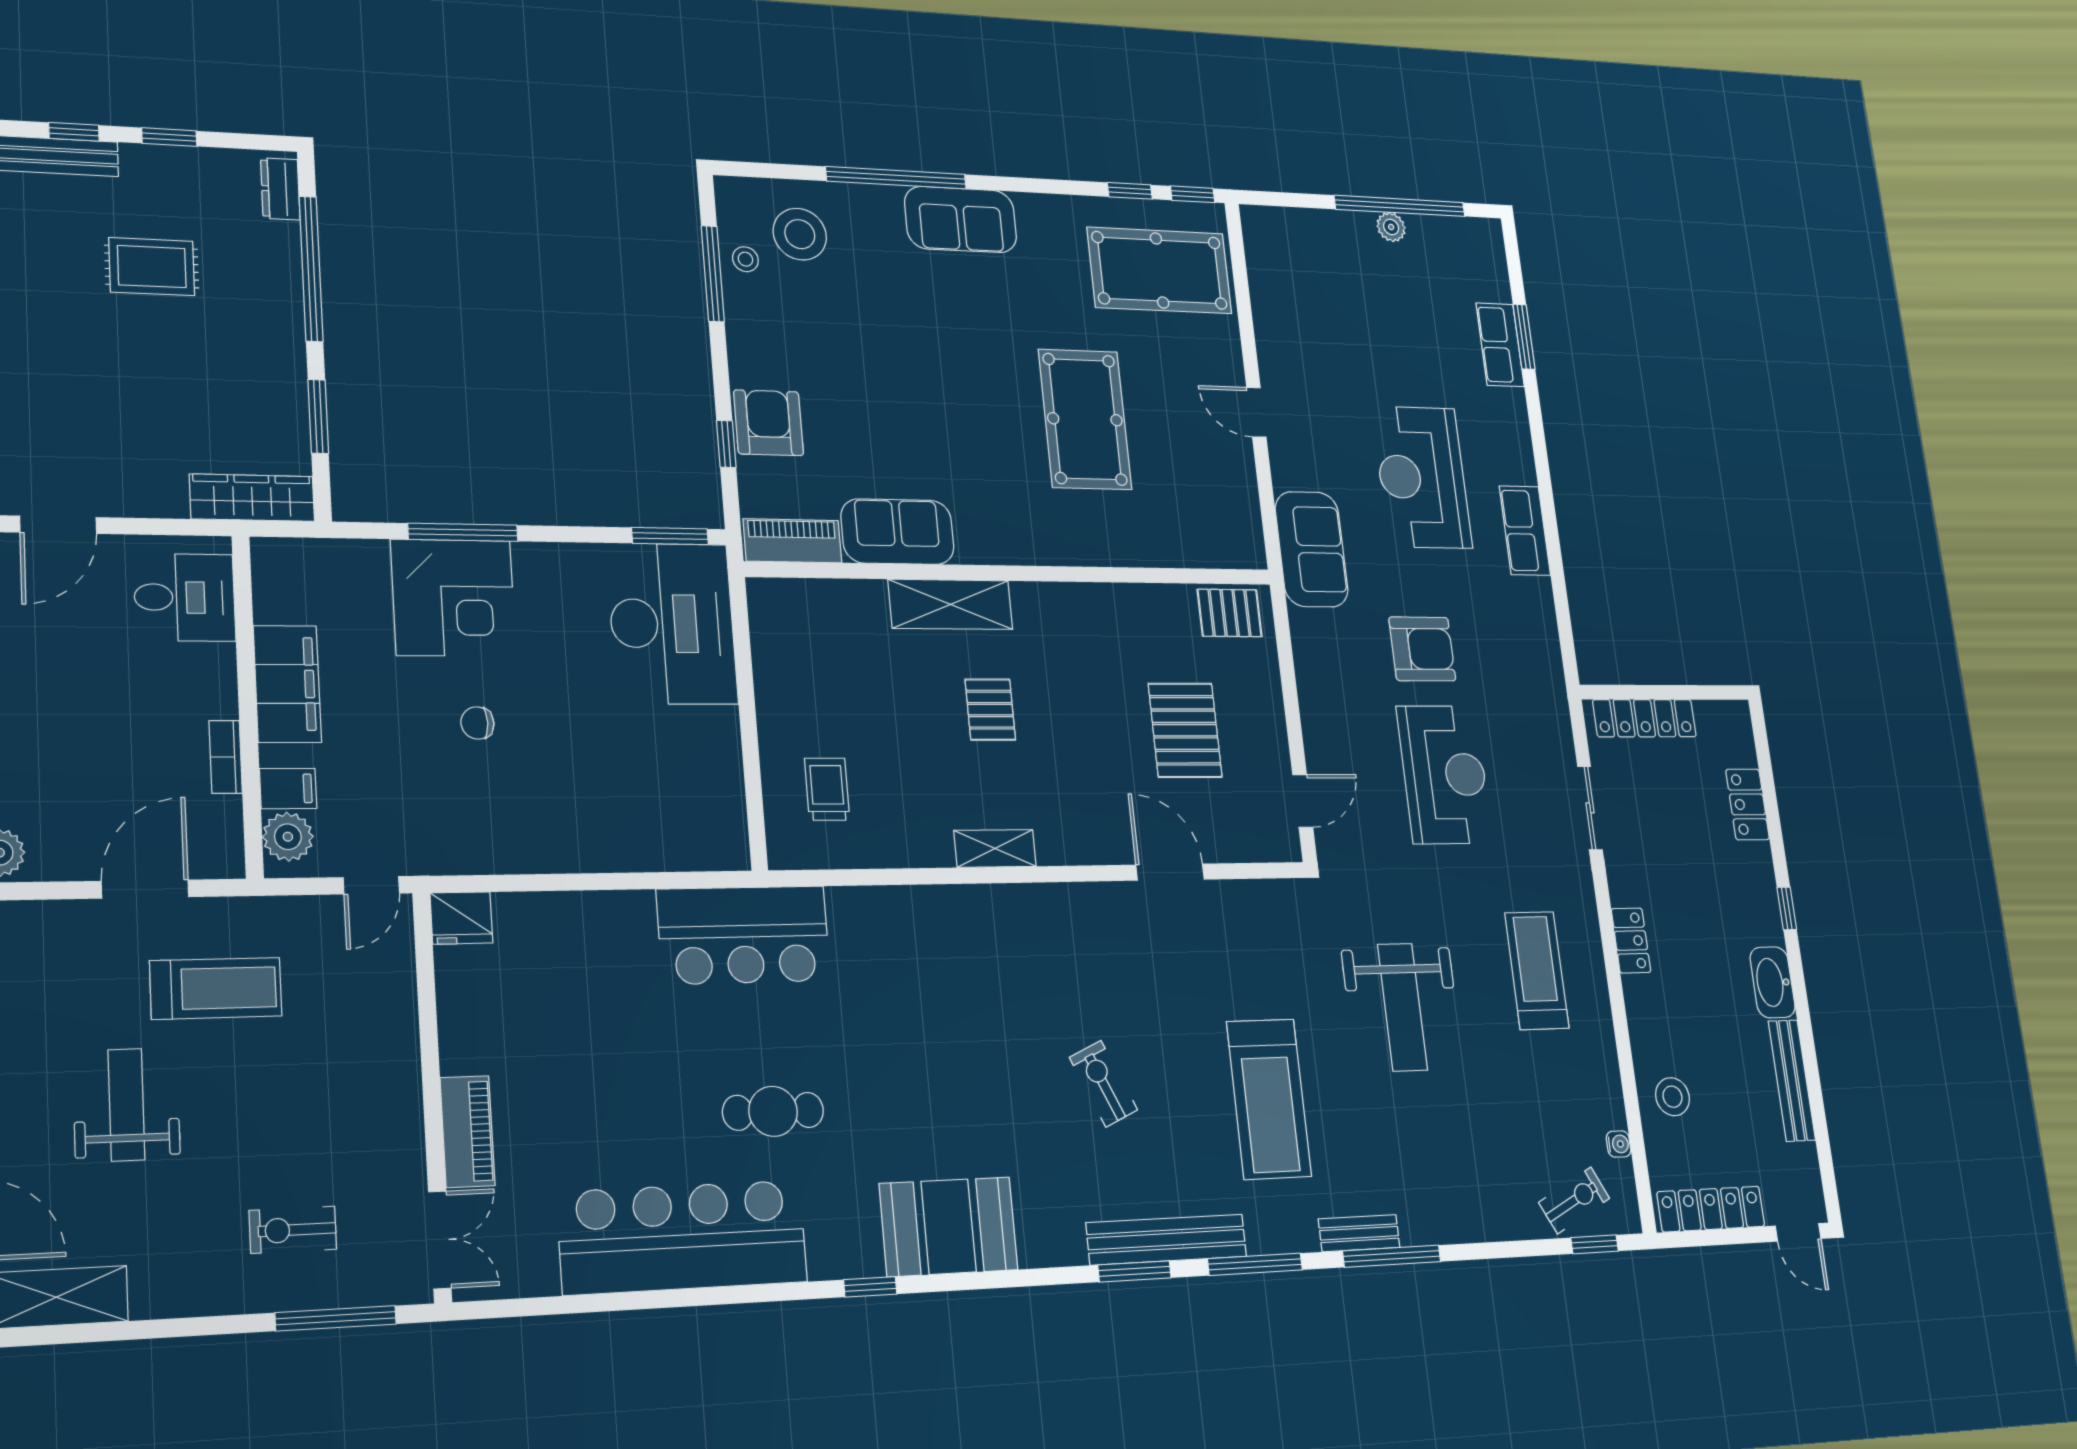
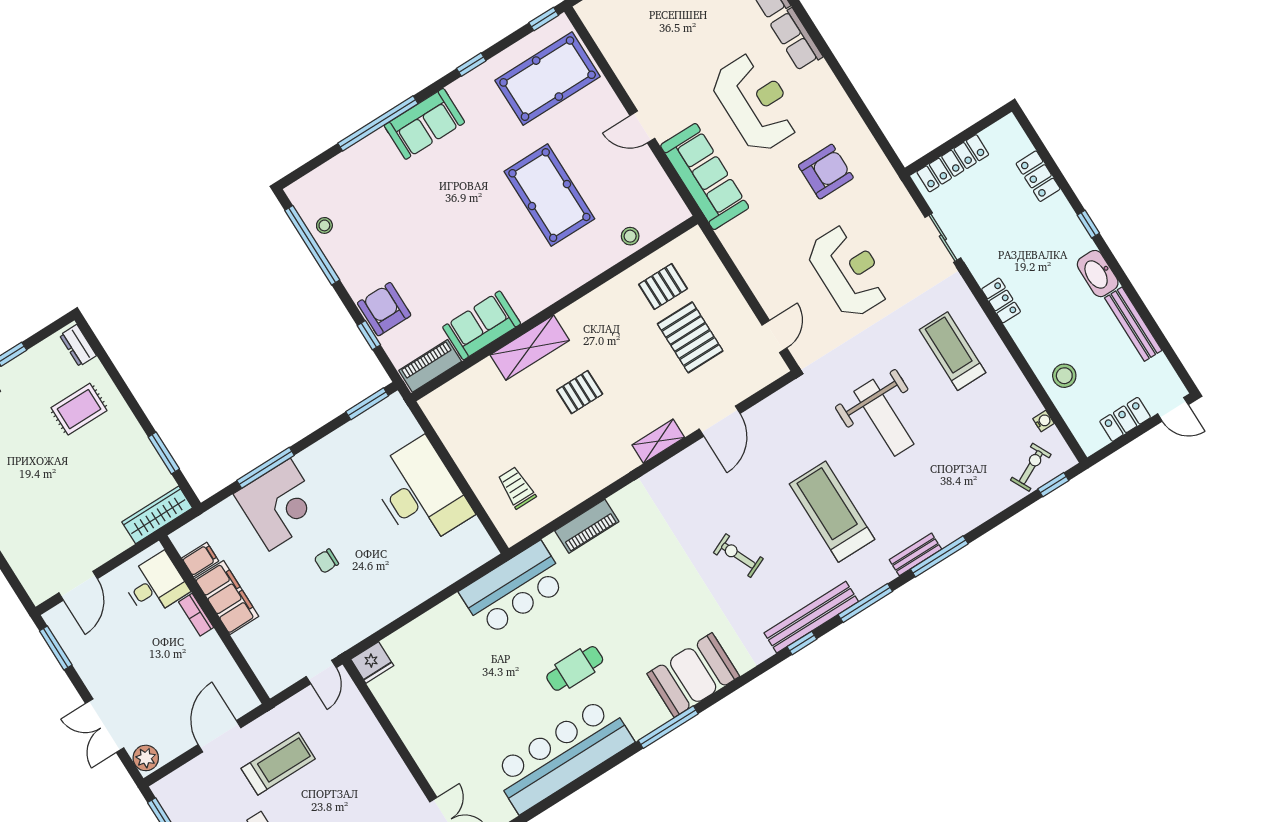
window: (1130, 191) -> (471, 65), moved
stool: (800, 234) -> (630, 236), moved, width x0.53, depth x0.53
rug: (152, 267) -> (79, 409), moved
window: (311, 269) -> (116, 378), removed
window: (713, 274) -> (312, 245), width x1.46
reception desk: (1422, 477) -> (756, 103), turned 180
row of seats: (1525, 531) -> (796, 39), moved
sofa: (1311, 549) -> (705, 176), width x1.36
pallet: (1230, 613) -> (663, 286), moved
desk: (672, 624) -> (420, 493), moved
armchair: (1422, 649) -> (826, 172), moved
pallet: (990, 710) -> (580, 392), turned 90
bookcase: (226, 757) -> (196, 615), moved
filing cabinet: (288, 788) -> (200, 560), moved
plant: (288, 837) -> (269, 672), removed
shelving: (995, 848) -> (658, 441), moved
door: (1170, 872) -> (720, 421), swing flipped
treadmill: (1269, 1099) -> (832, 512), turned 180
piano: (468, 1132) -> (587, 526), moved, turned 90
locker: (1711, 1209) -> (1125, 419), width x0.66
window: (1135, 1271) -> (802, 643), width x0.67
window: (870, 1287) -> (668, 727), width x2.17

